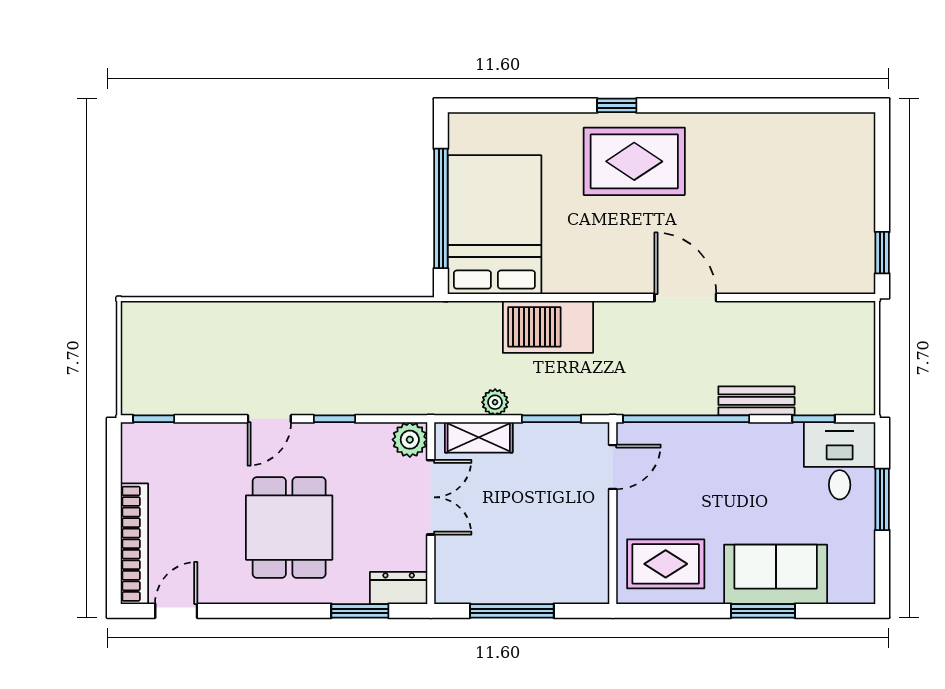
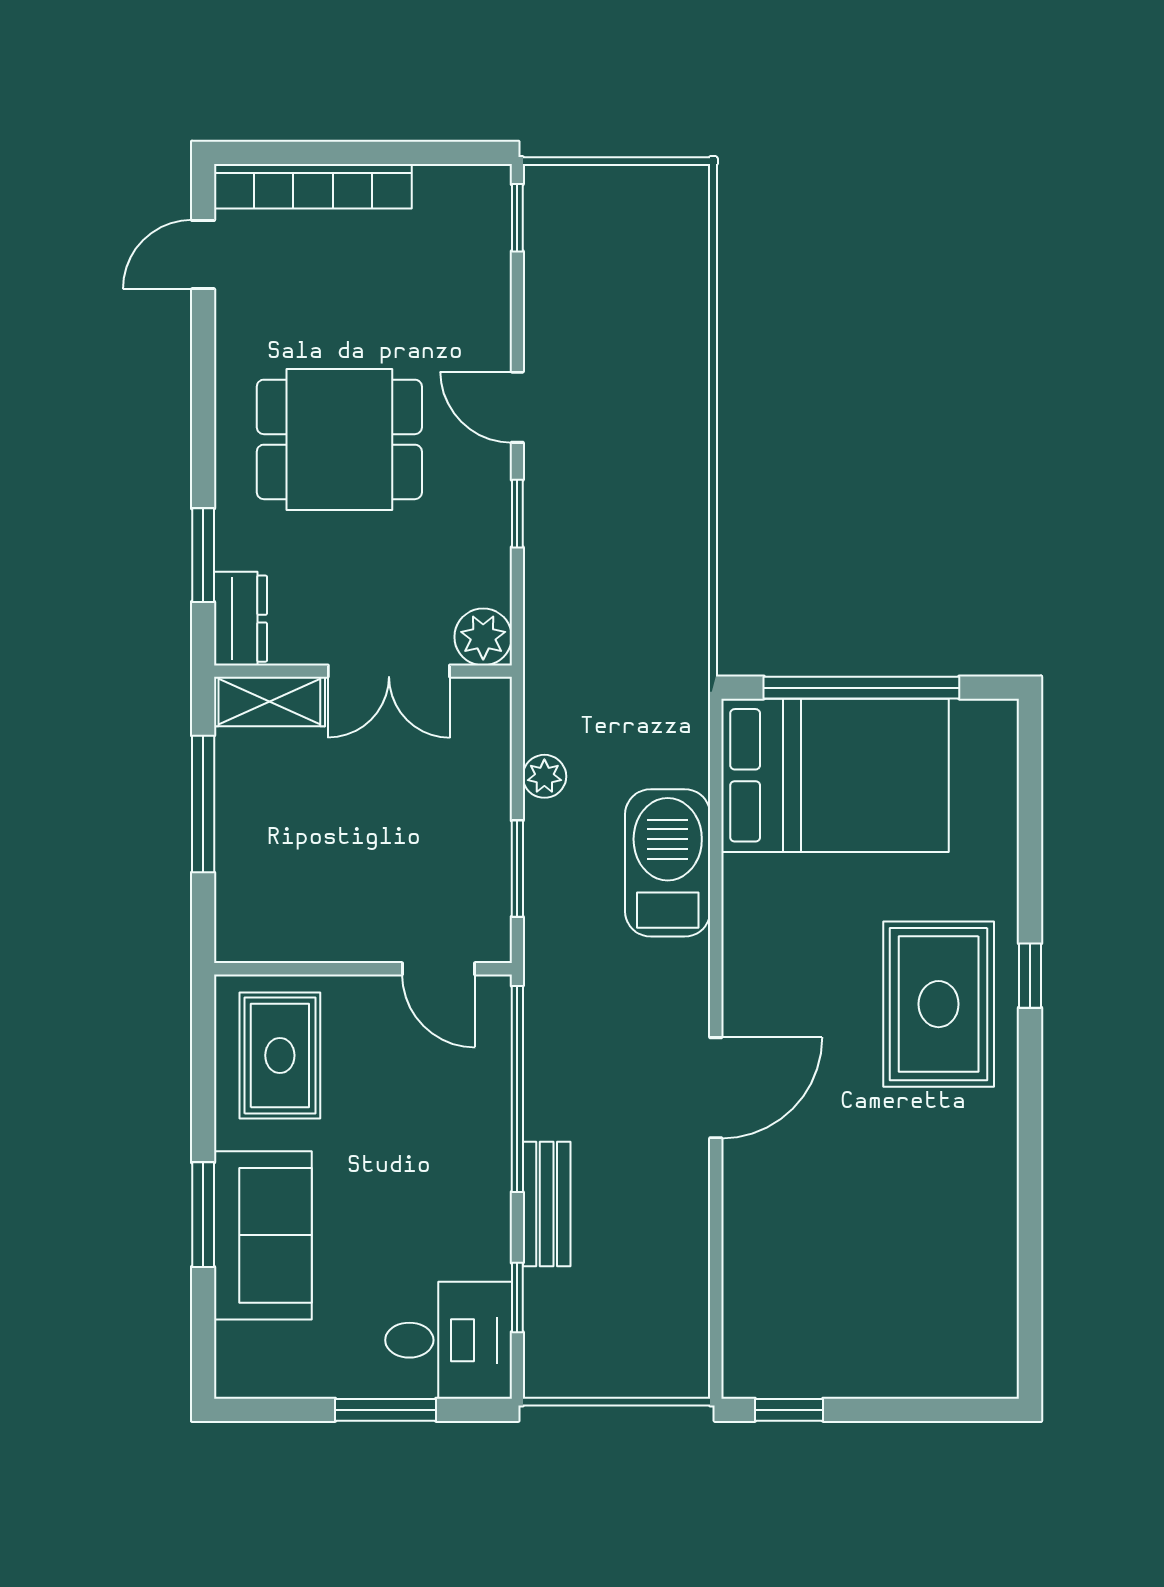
shelving: (479, 437) -> (269, 701), moved, turned 90
door: (176, 611) -> (203, 255), swing flipped

